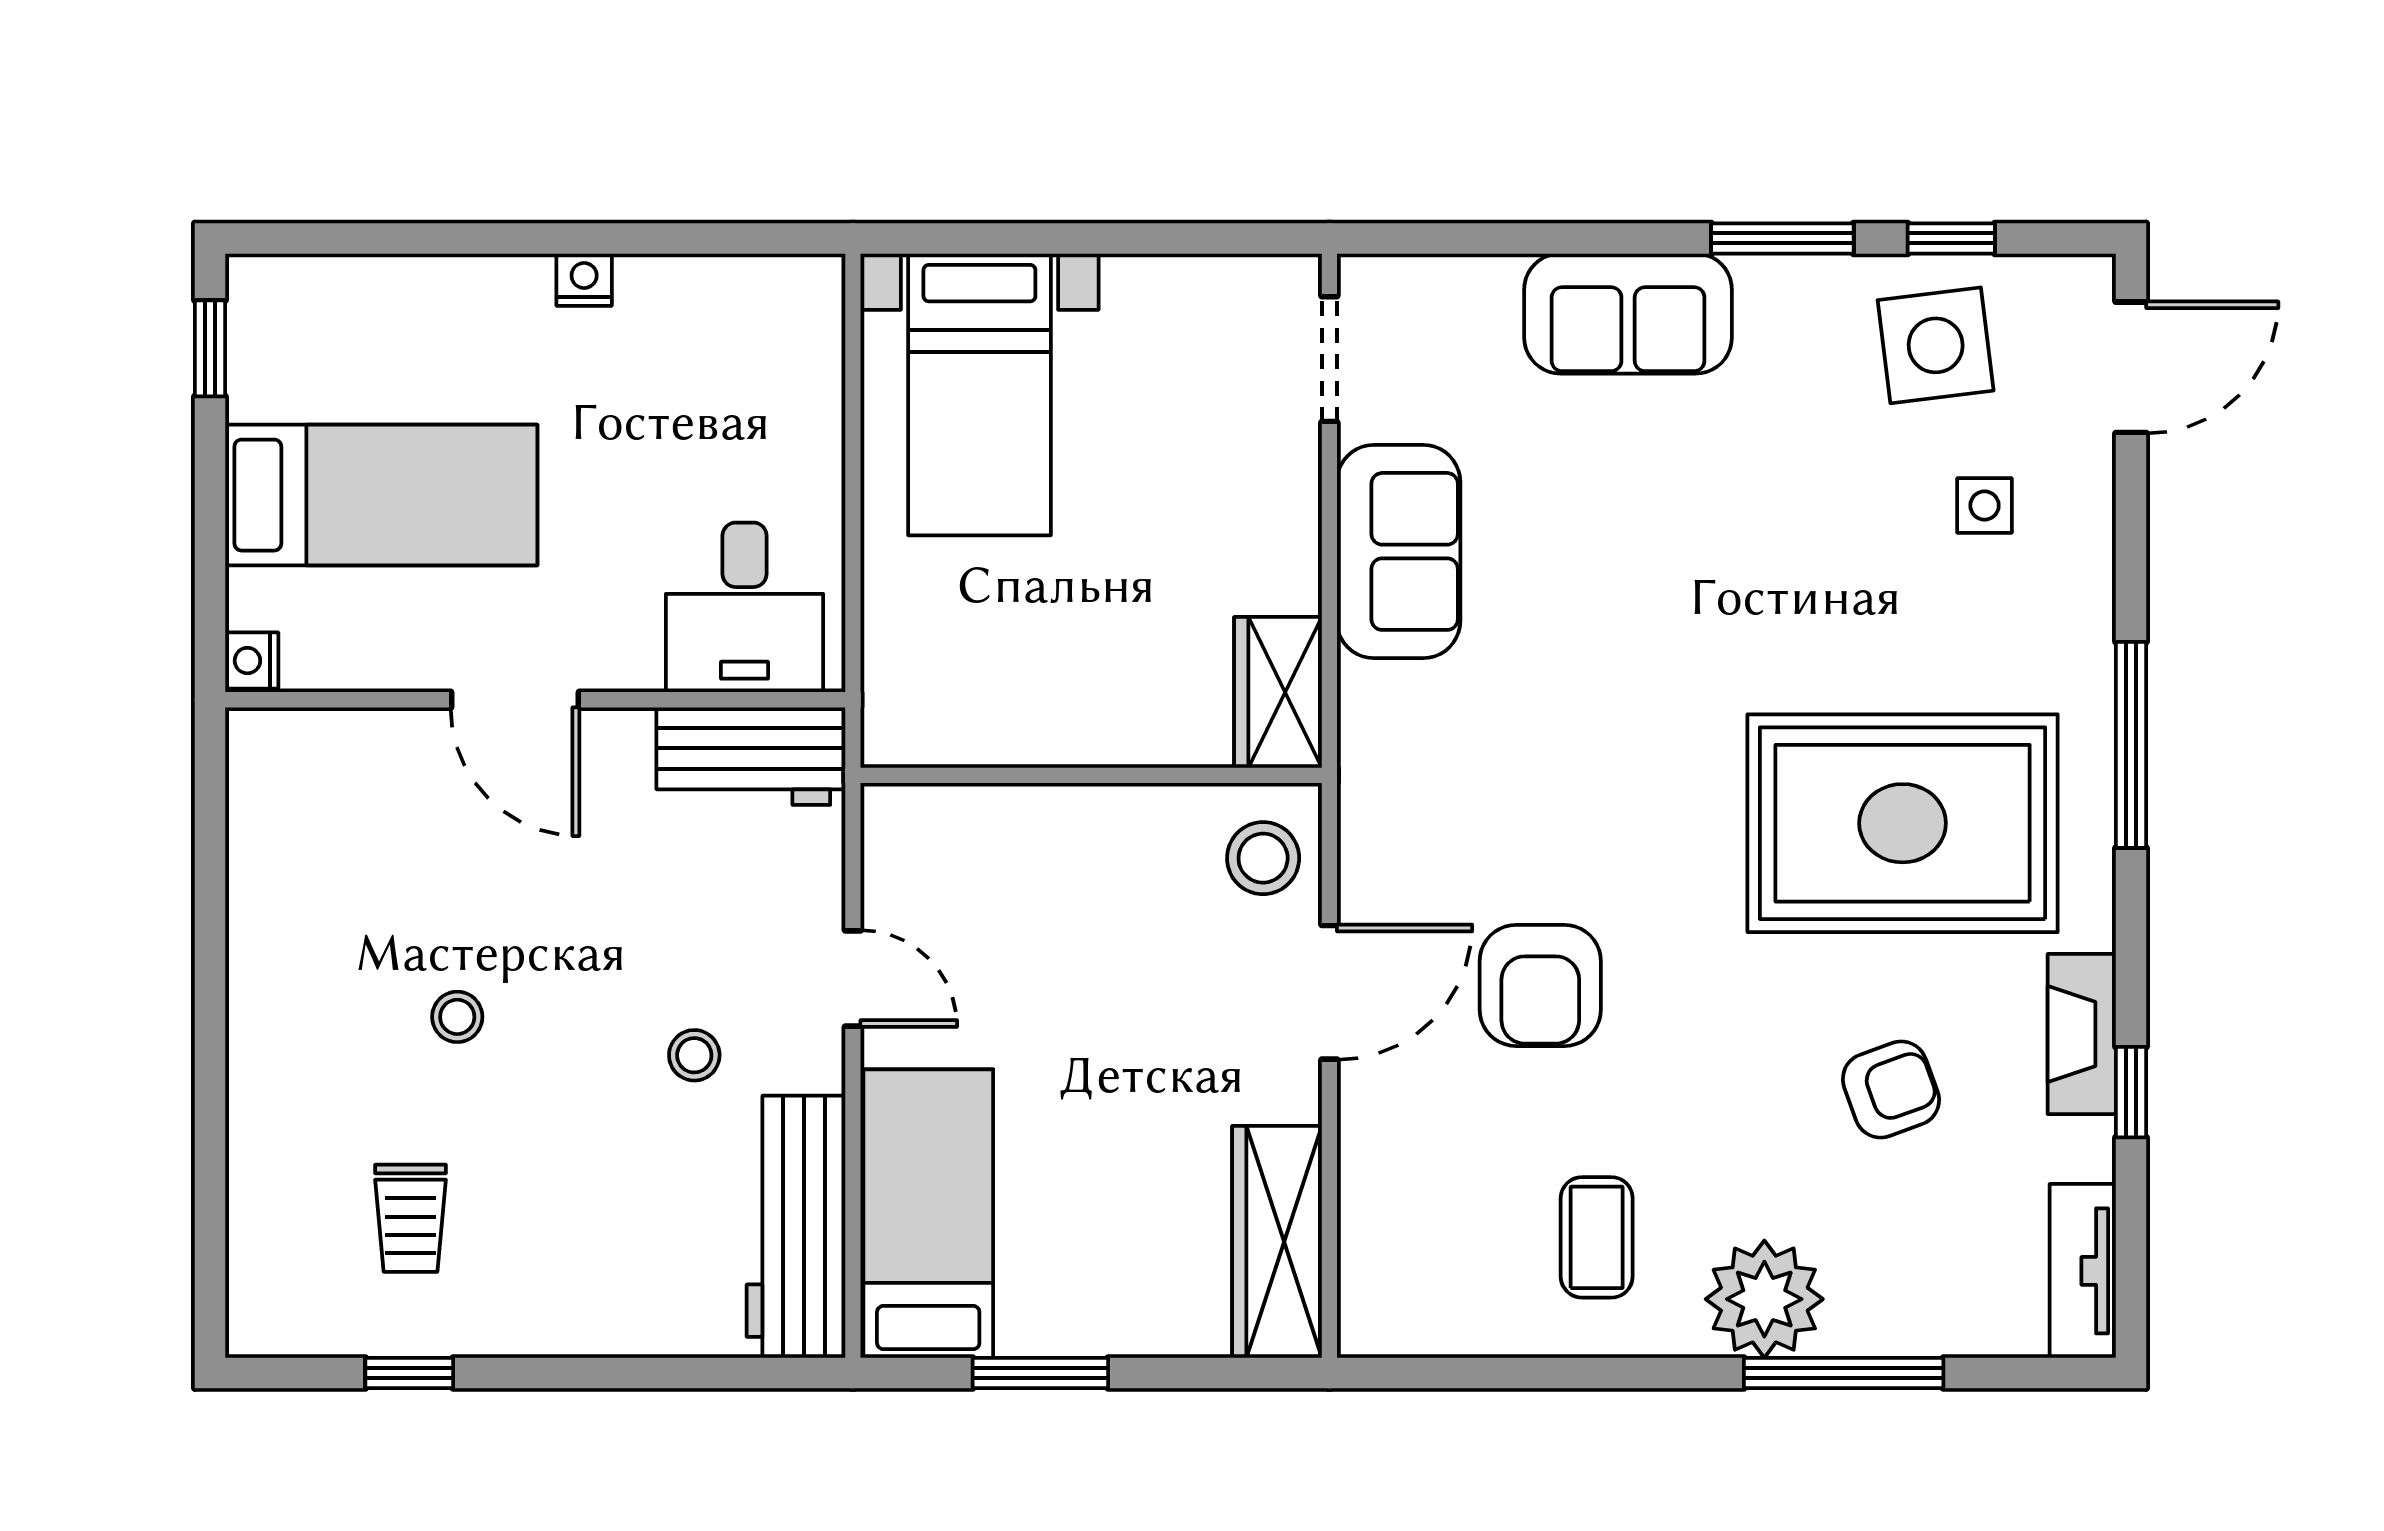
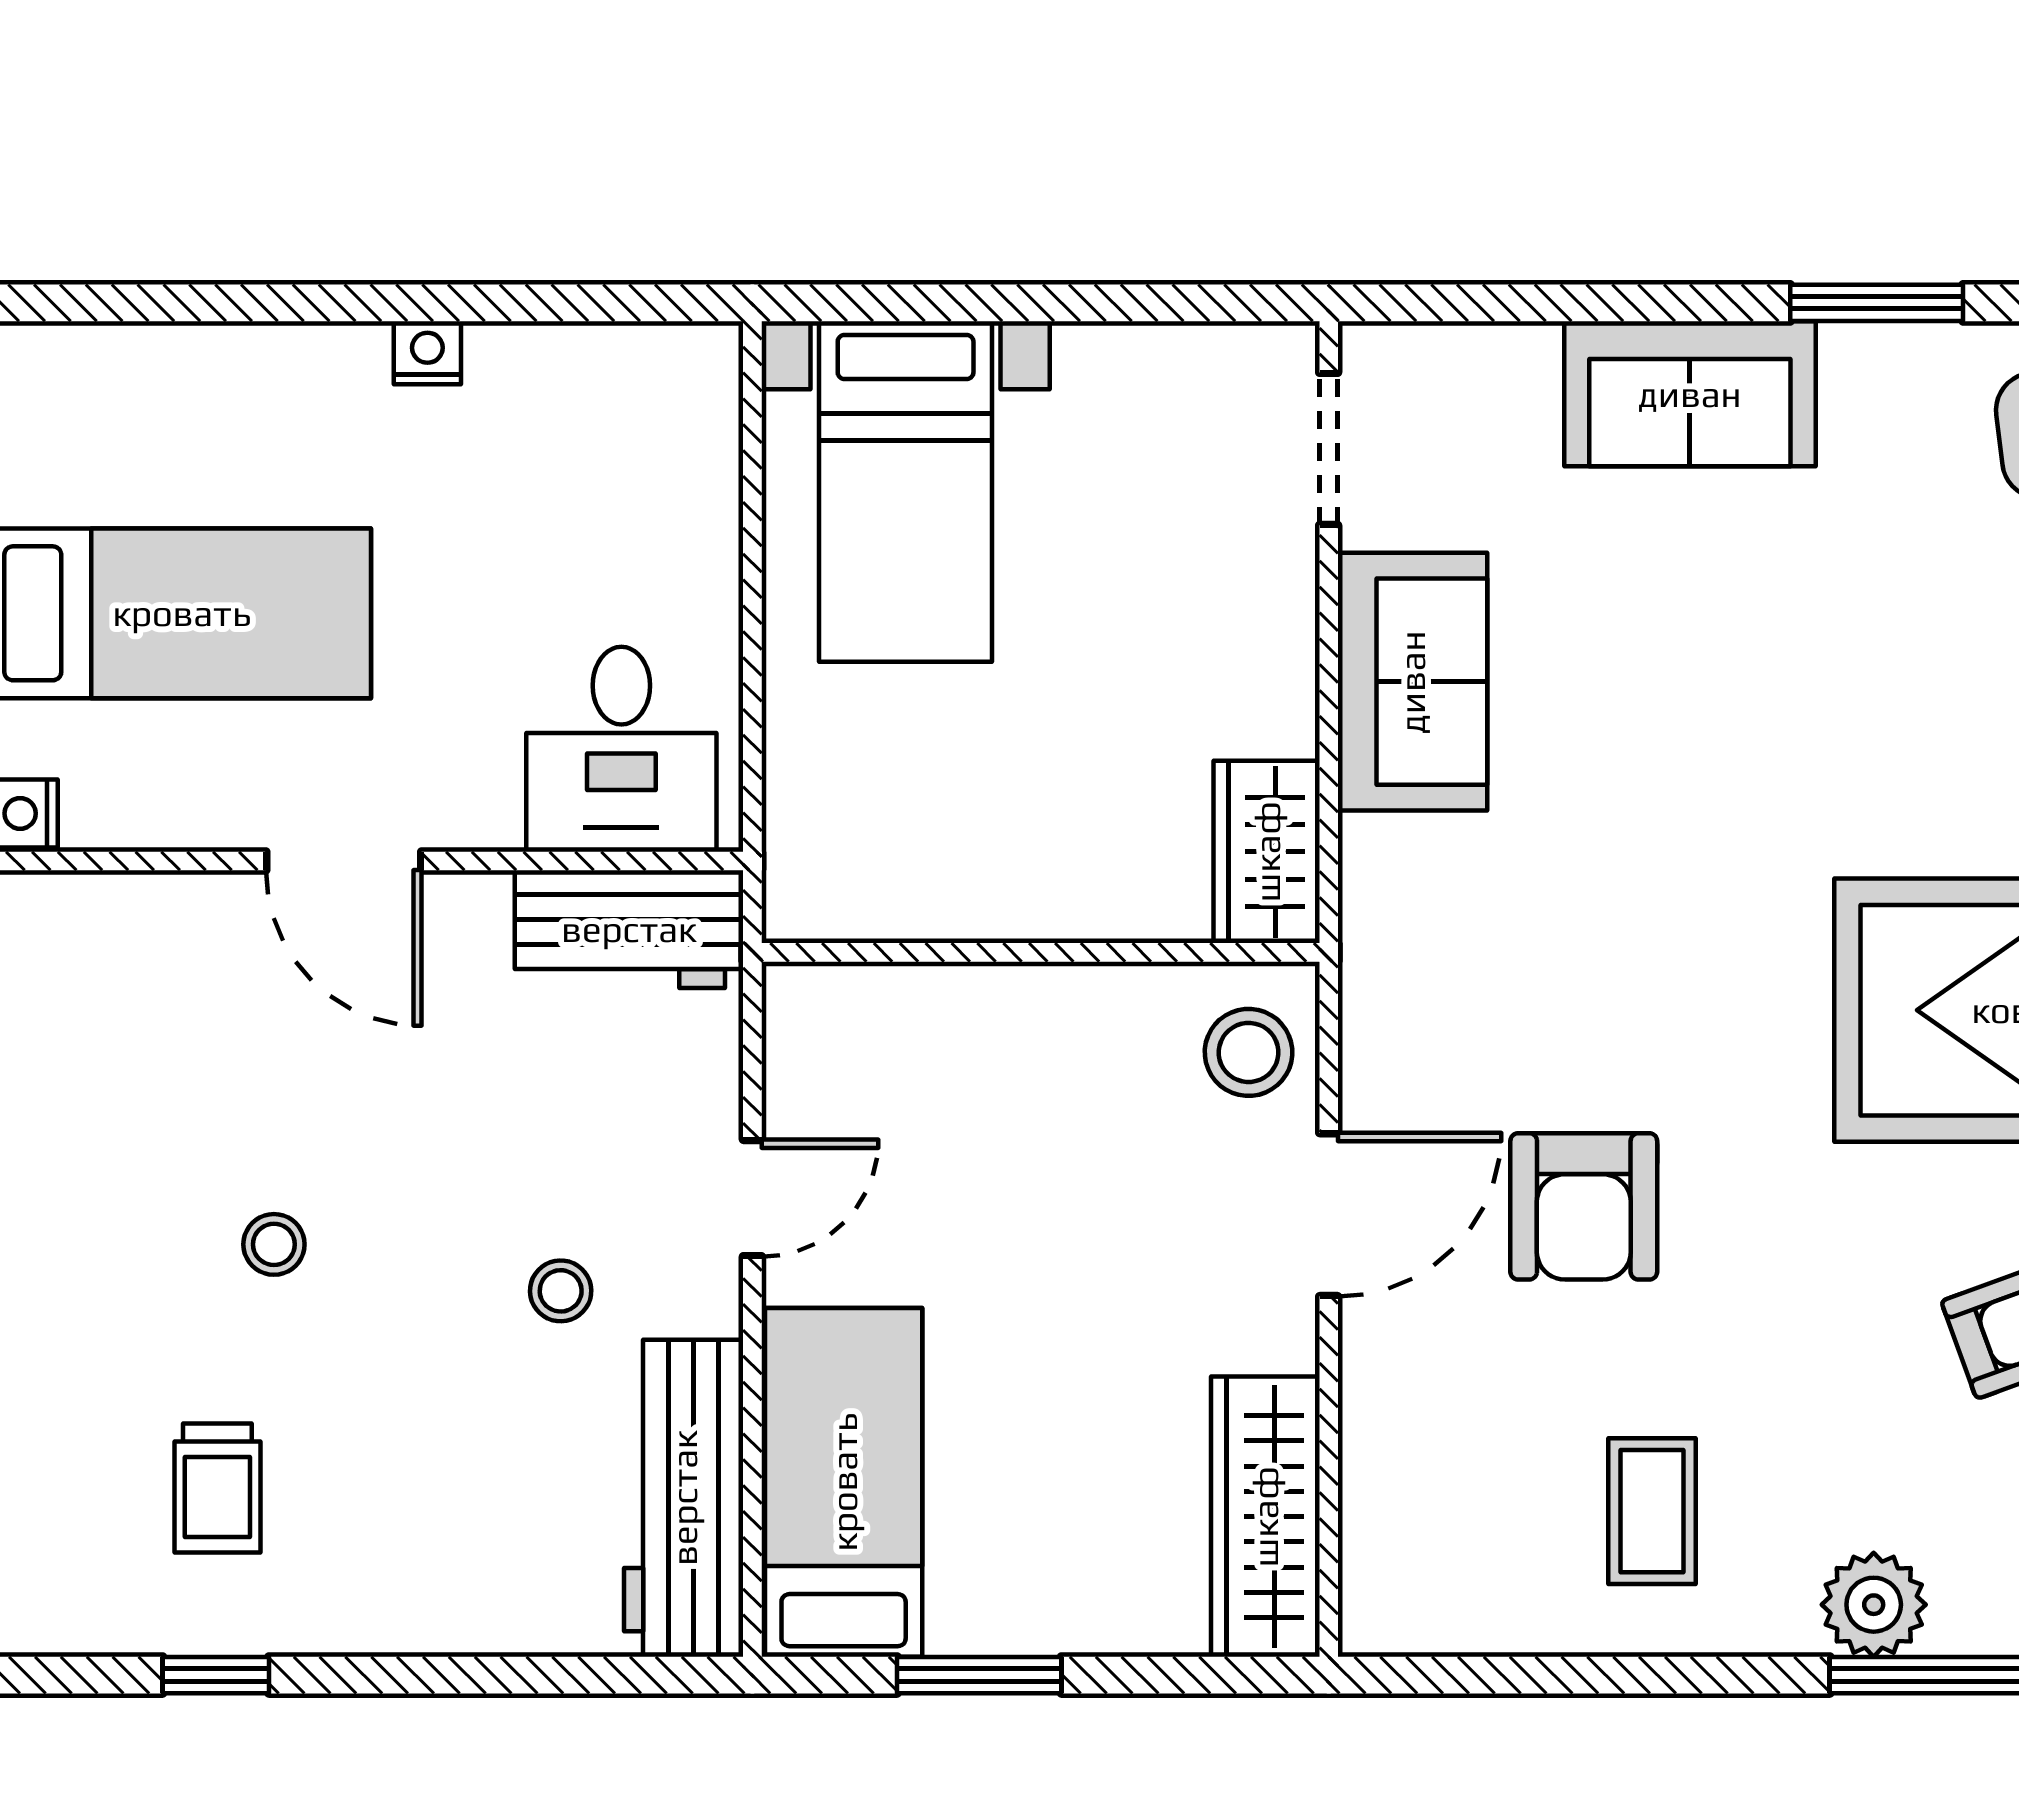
door: (853, 979) -> (752, 1198), hinge flipped
plant: (1764, 1299) -> (1874, 1605), width x0.73, depth x0.73

